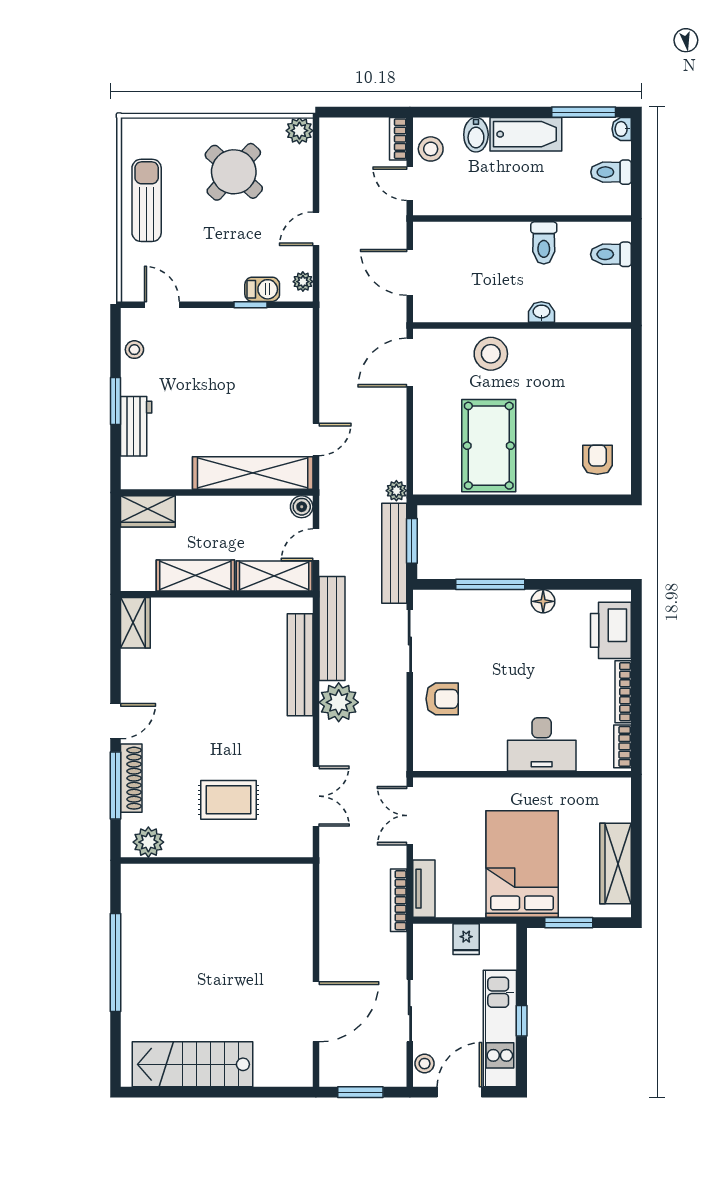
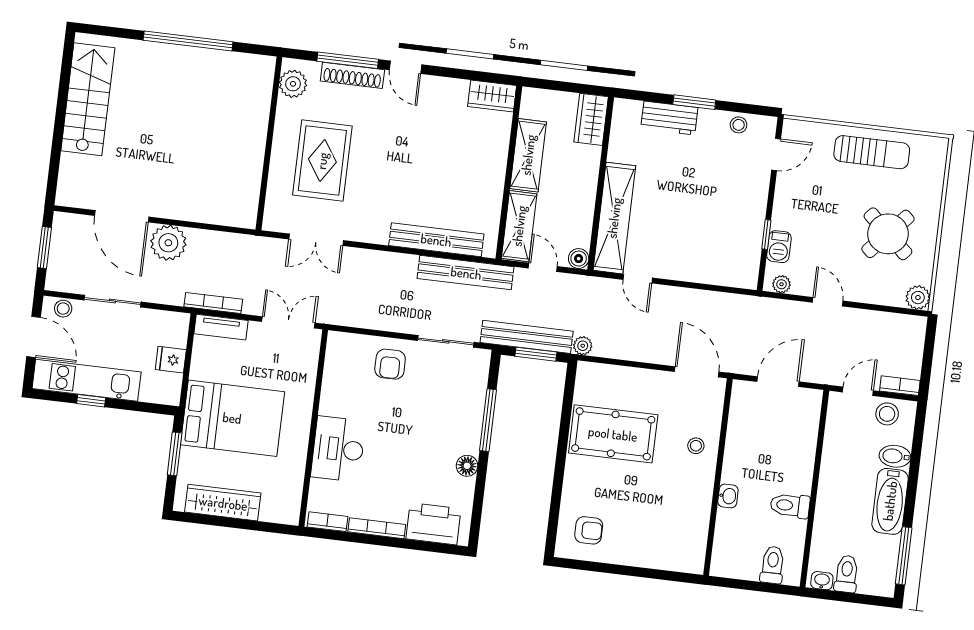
washbasin: (622, 129) -> (822, 581), moved
stool: (491, 354) -> (696, 446), width x0.53, depth x0.53
plant: (339, 702) -> (168, 243), moved
rug: (228, 800) -> (322, 161), width x1.36, depth x1.43

